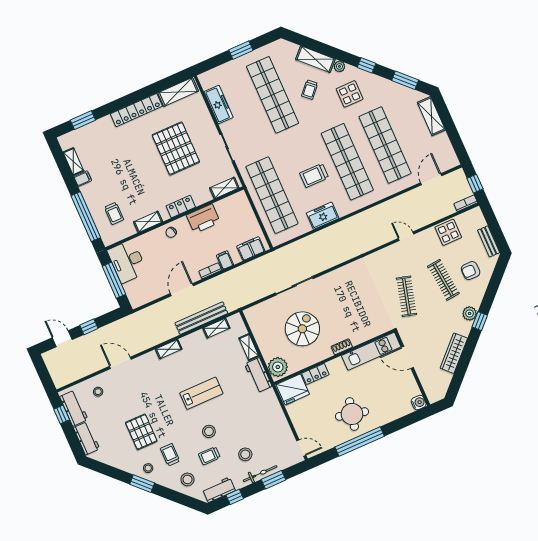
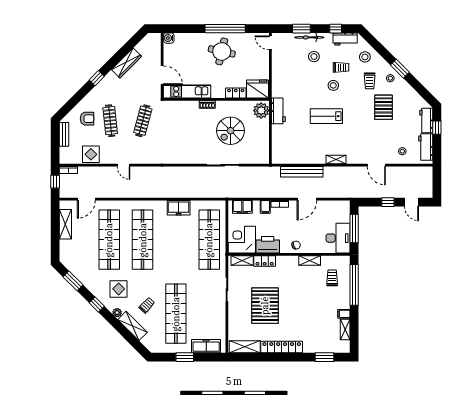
freezer: (219, 105) -> (206, 346), moved, turned 90
shelving: (431, 116) -> (65, 224), moved
trolley: (314, 175) -> (172, 240), removed
locker: (181, 207) -> (265, 261), moved
corner desk: (235, 211) -> (242, 240), added
plant: (470, 313) -> (102, 87), removed
shelving: (216, 328) -> (294, 159), removed
shelving: (249, 347) -> (276, 135), removed
window: (62, 415) -> (437, 128), moved

